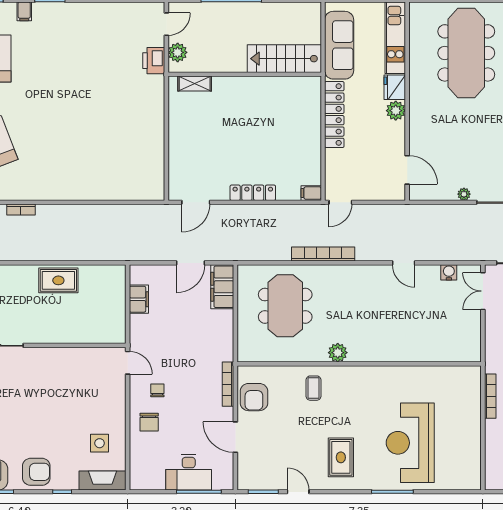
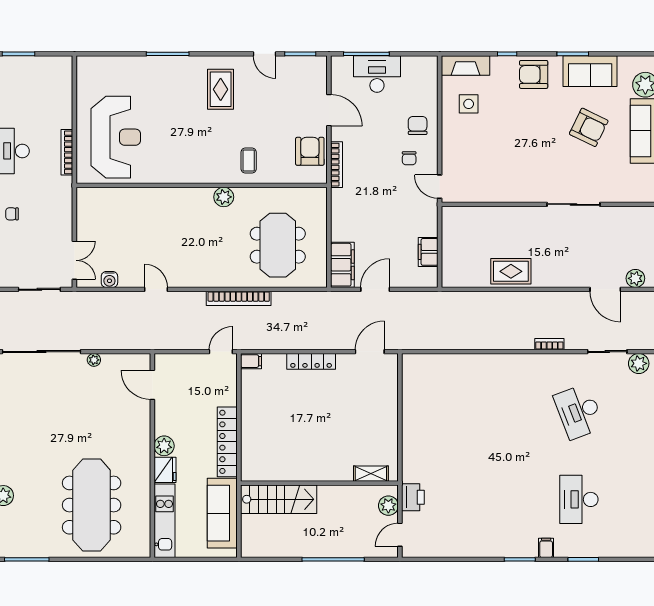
reception desk: (410, 443) -> (116, 137), moved

